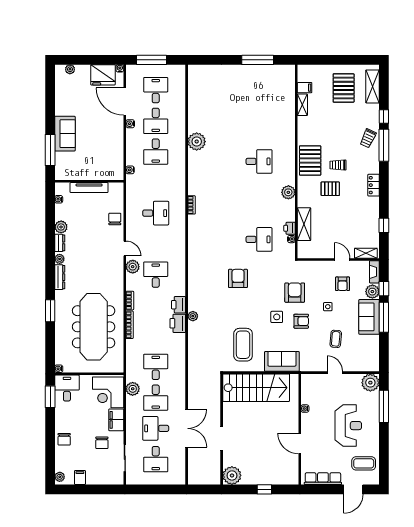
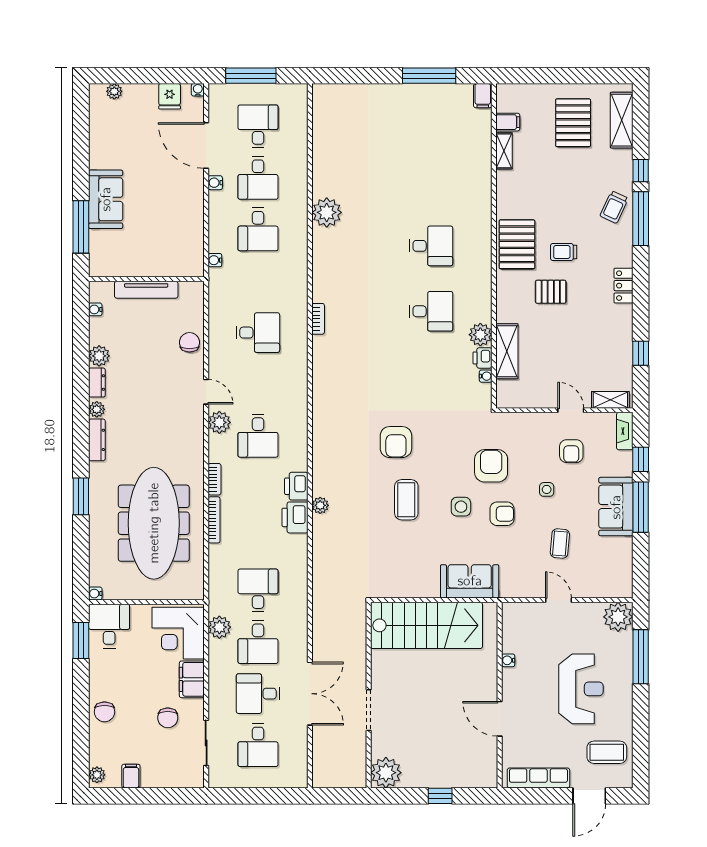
filing cabinet: (290, 72) -> (483, 96), added
fridge: (103, 75) -> (170, 96), width x0.53, depth x0.75
plant: (288, 192) -> (480, 335), moved
desk: (259, 239) -> (431, 311), moved
desk: (156, 275) -> (258, 436), turned 180
armchair: (238, 278) -> (396, 442), turned 180
plant: (372, 292) -> (621, 464), removed
coffee table: (243, 345) -> (406, 500), moved, width x0.73, depth x0.76

